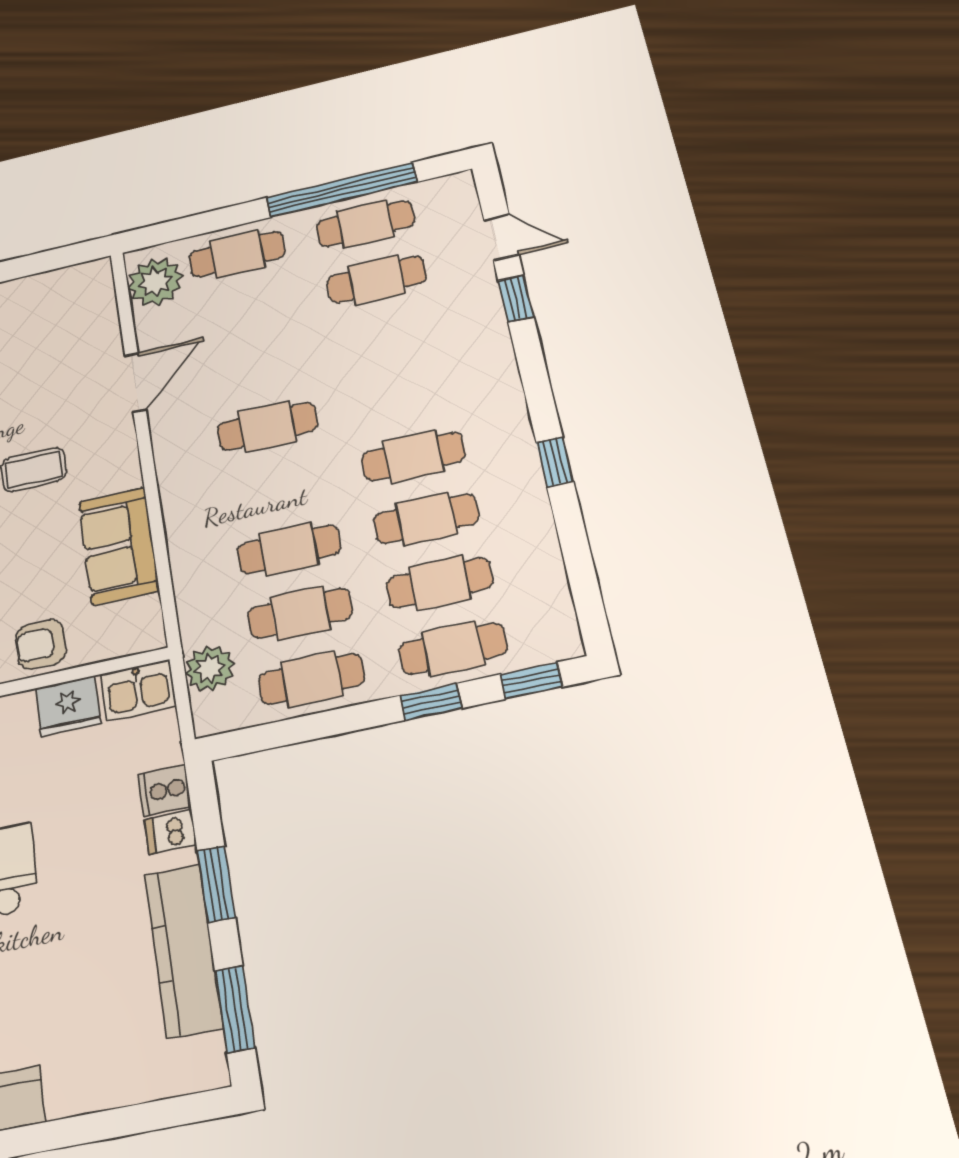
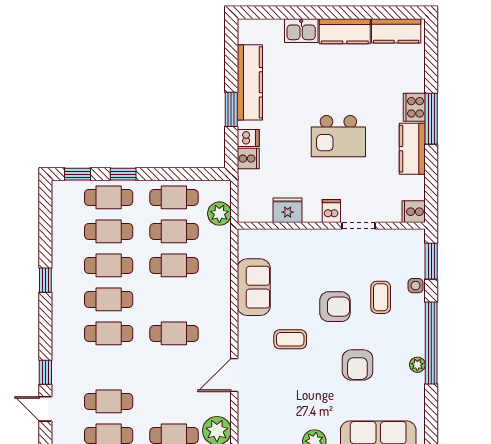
cafe table: (401, 396) -> (109, 333), added
armchair: (41, 644) -> (297, 245), removed
kitchen sink: (138, 690) -> (301, 31), moved, turned 180
window: (235, 1009) -> (231, 52), removed

